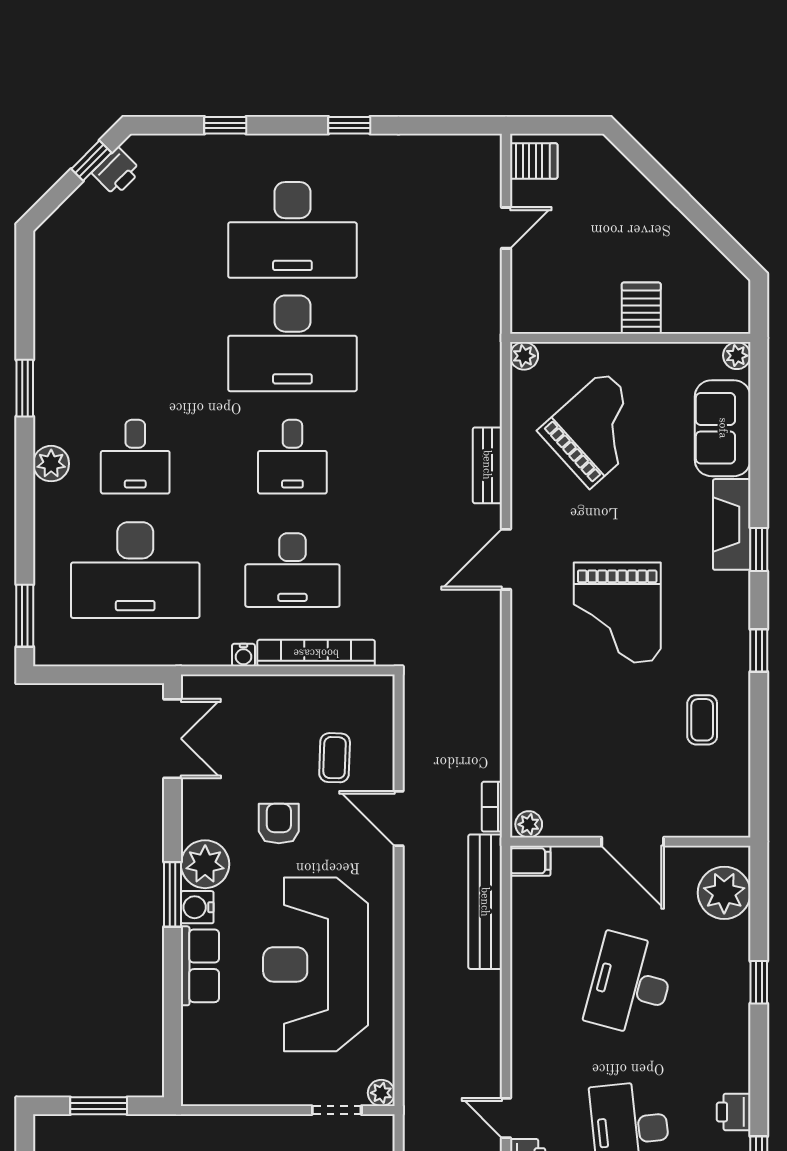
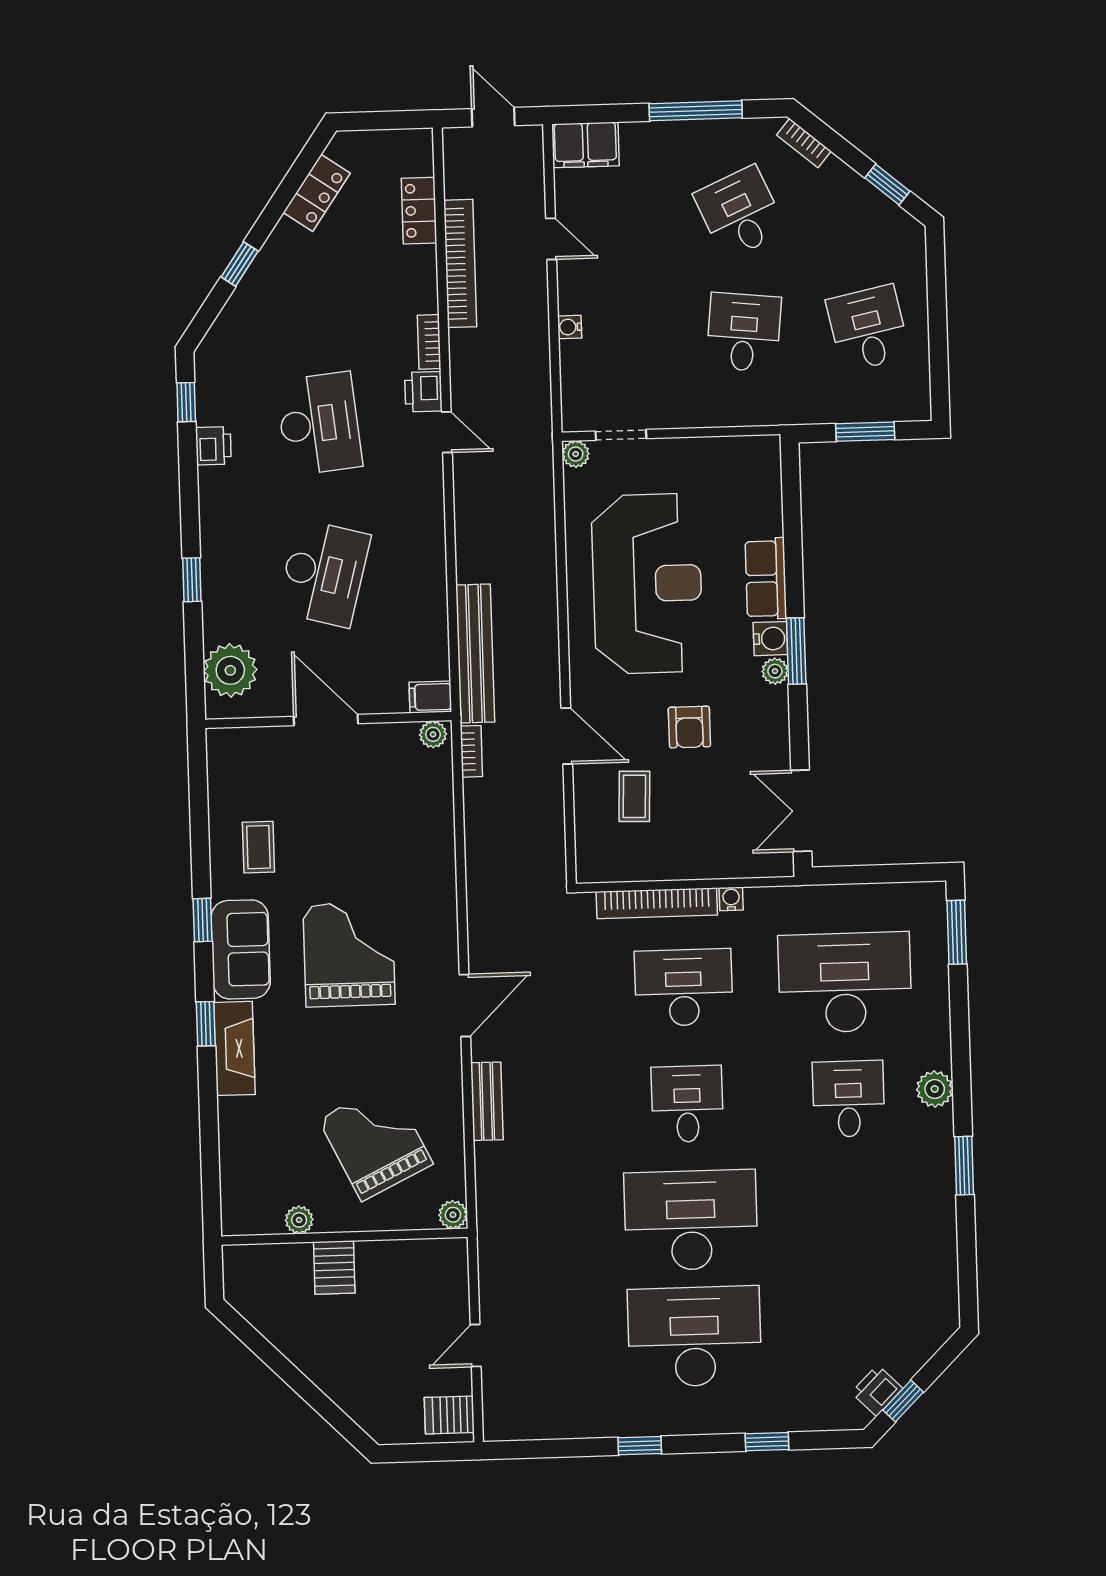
plant: (737, 356) -> (299, 1220), moved
sofa: (723, 428) -> (241, 949), moved
grand piano: (597, 429) -> (376, 1142), turned 106
plant: (205, 864) -> (775, 671), width x0.53, depth x0.53

